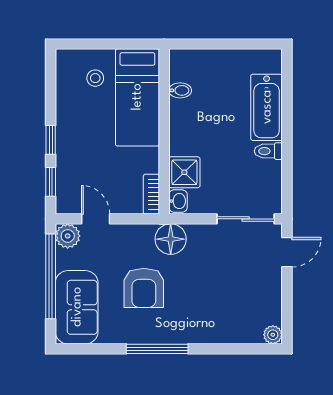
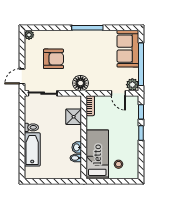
washbasin: (178, 201) -> (77, 147), moved
armchair: (144, 288) -> (53, 59), moved, turned 90

